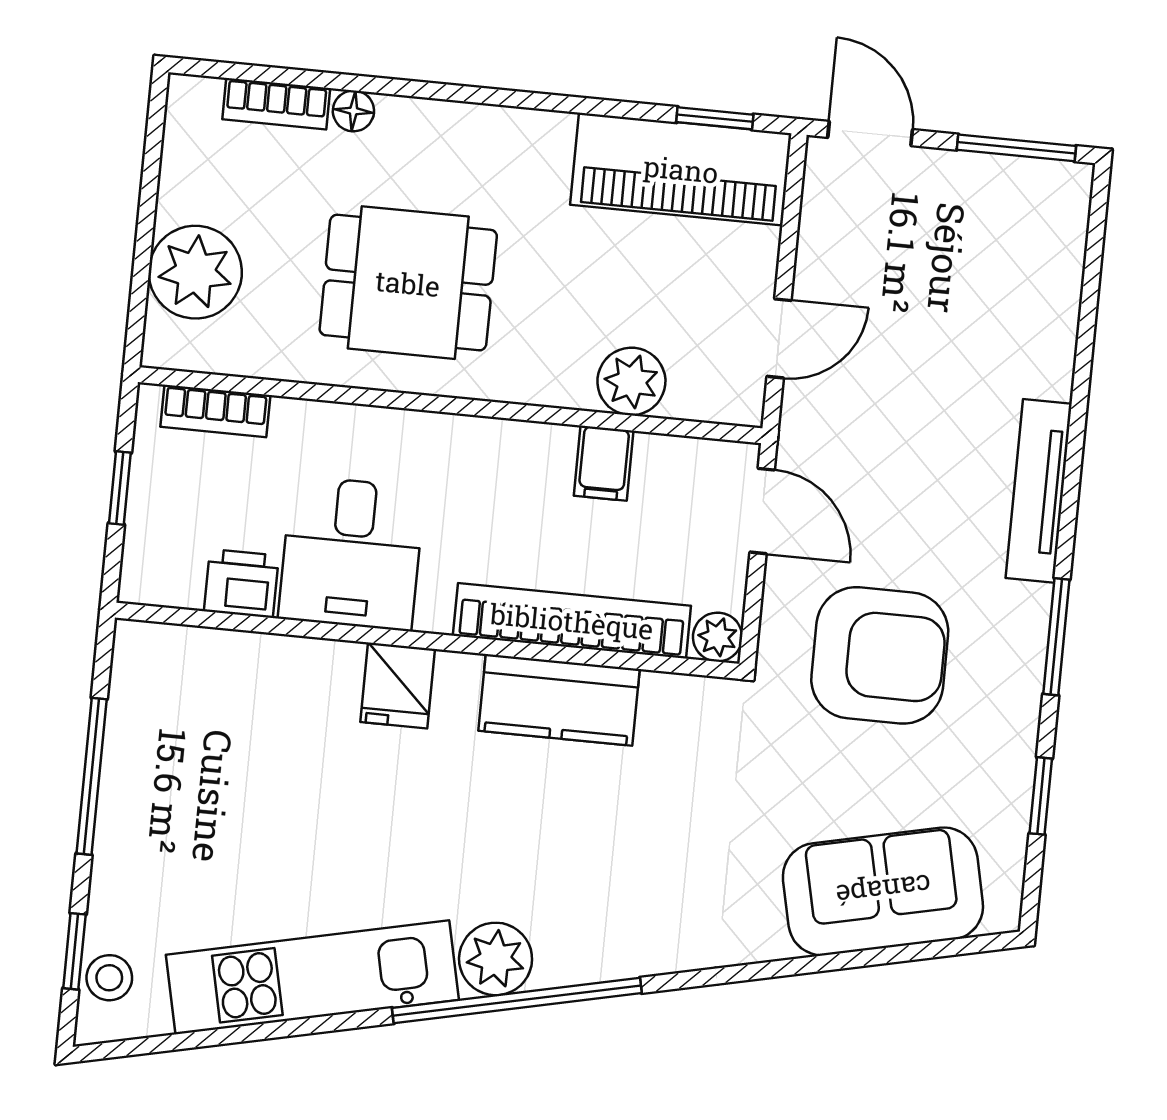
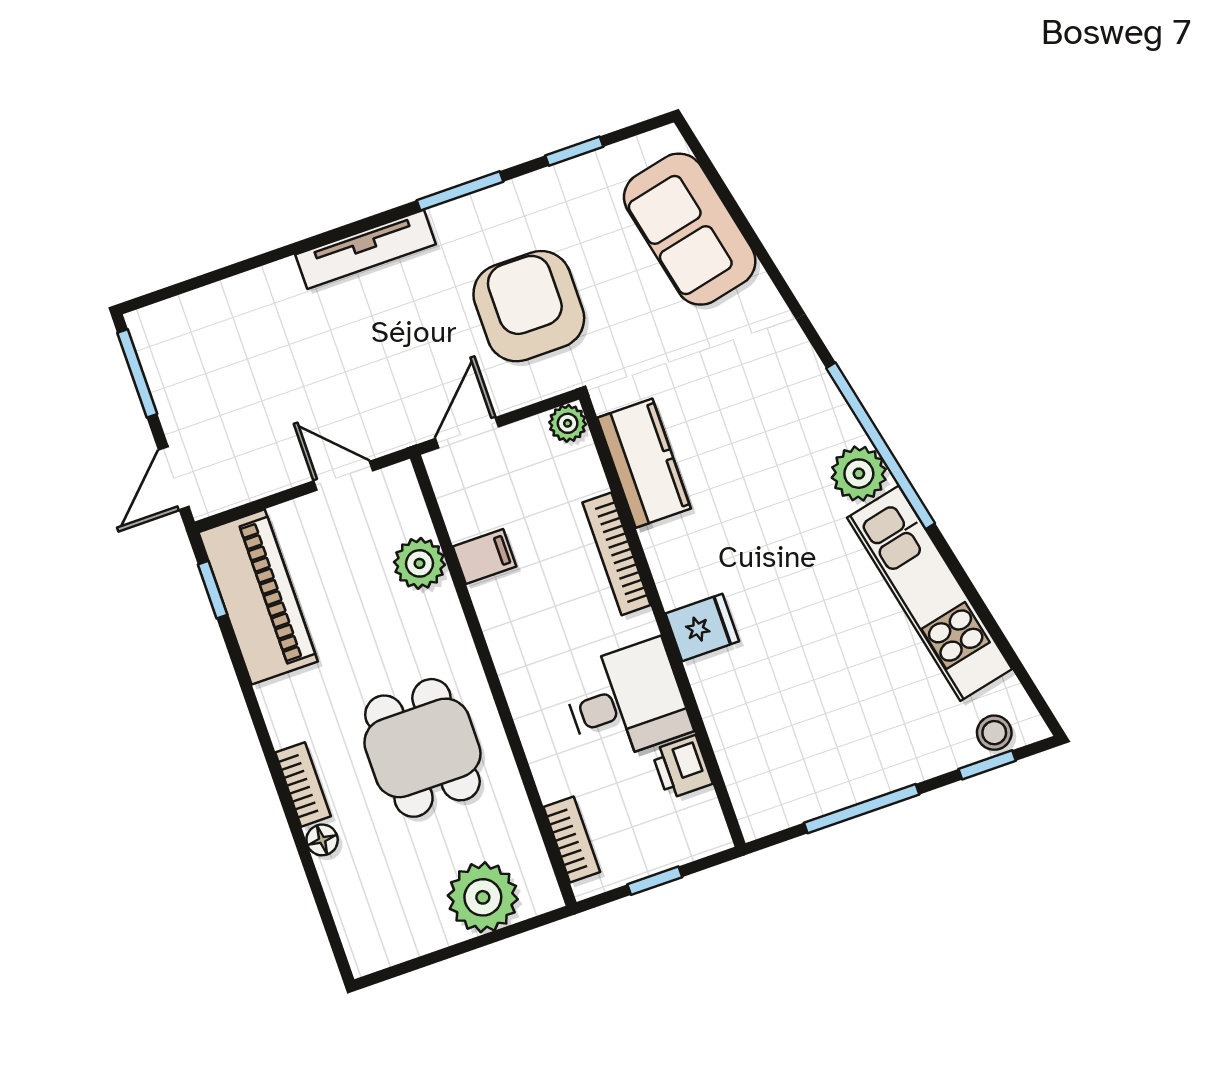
bookcase: (276, 104) -> (303, 784), moved
bookcase: (572, 621) -> (617, 554), width x0.68, depth x0.76
kitchen counter: (559, 700) -> (644, 463), moved

